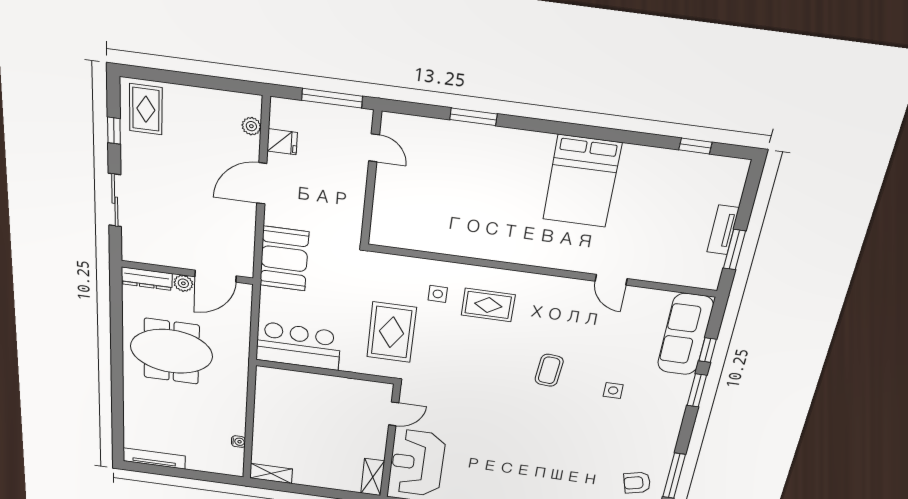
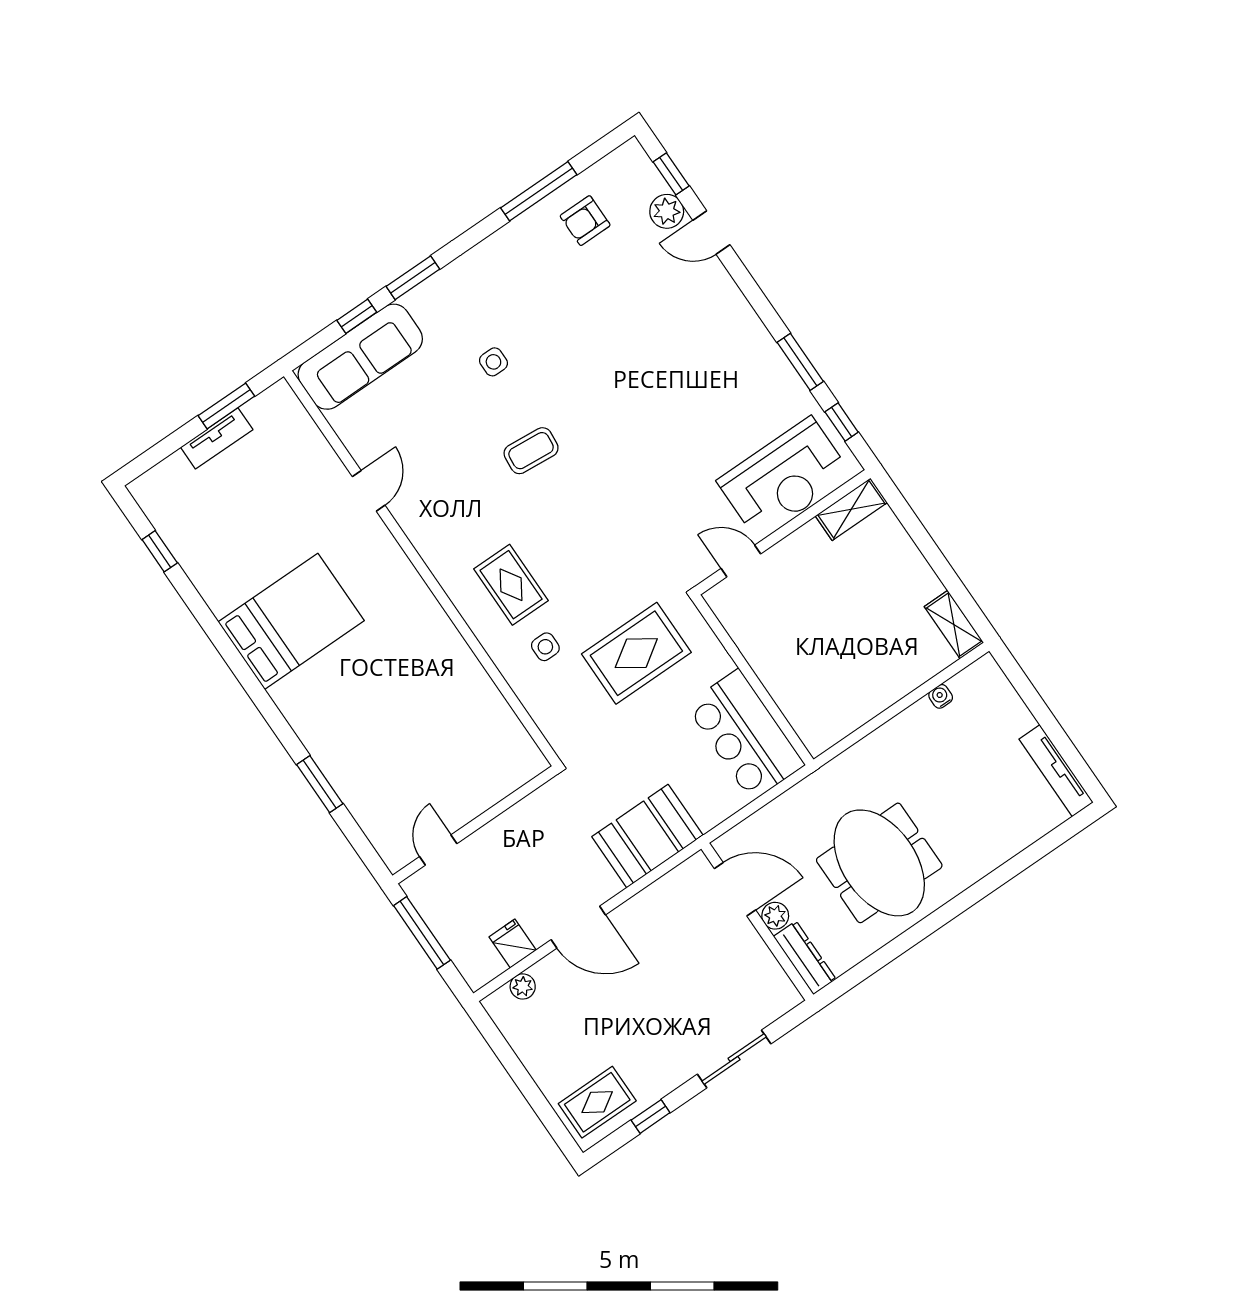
armchair: (637, 483) -> (585, 221), turned 105

